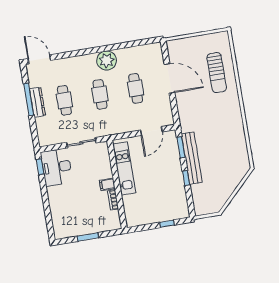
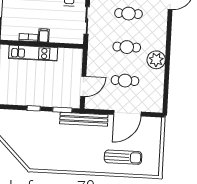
sun lounger: (217, 73) -> (123, 157), turned 180
door: (151, 131) -> (83, 86), swing flipped
bench: (192, 158) -> (84, 119), moved
kitchen unit: (124, 168) -> (33, 53), moved

